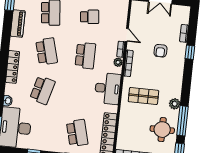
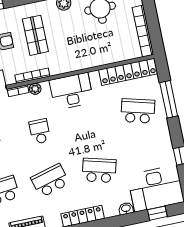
school desk: (85, 56) -> (40, 131), width x0.54
shop shelf: (143, 96) -> (35, 35), moved
school desk: (77, 133) -> (138, 111), turned 30

